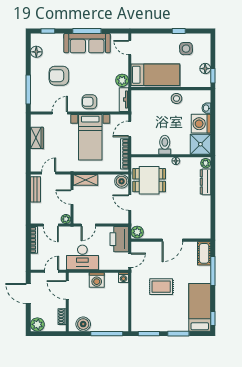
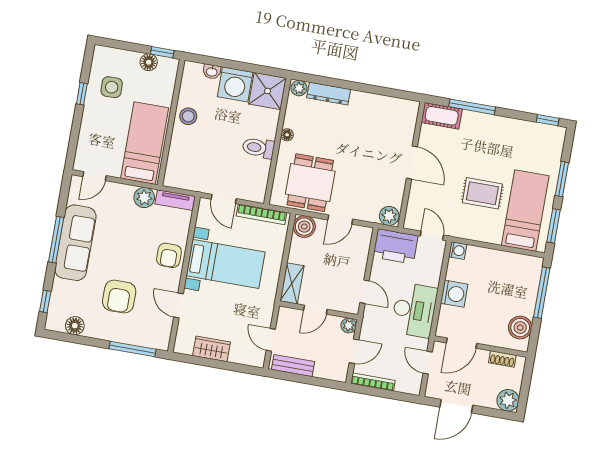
rug: (161, 287) -> (482, 193), turned 90
bed: (200, 307) -> (525, 211), moved, turned 90

